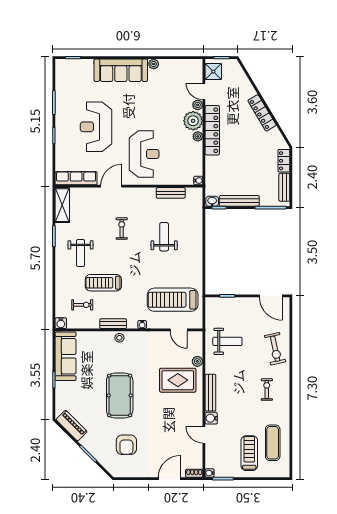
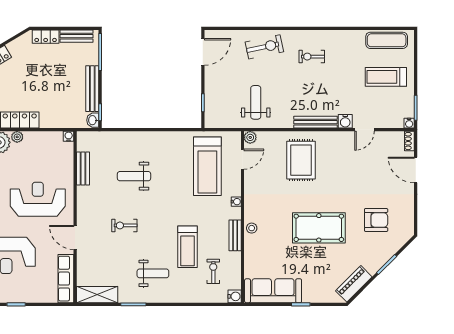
plant: (197, 361) -> (250, 137), moved
exercise mat: (273, 443) -> (387, 40), moved

